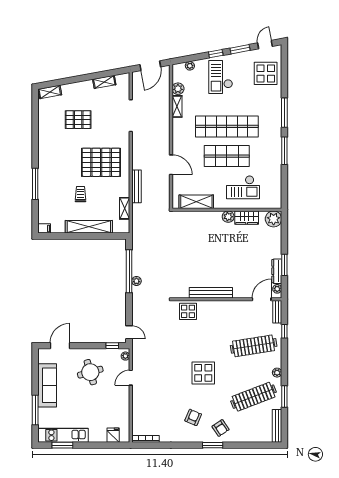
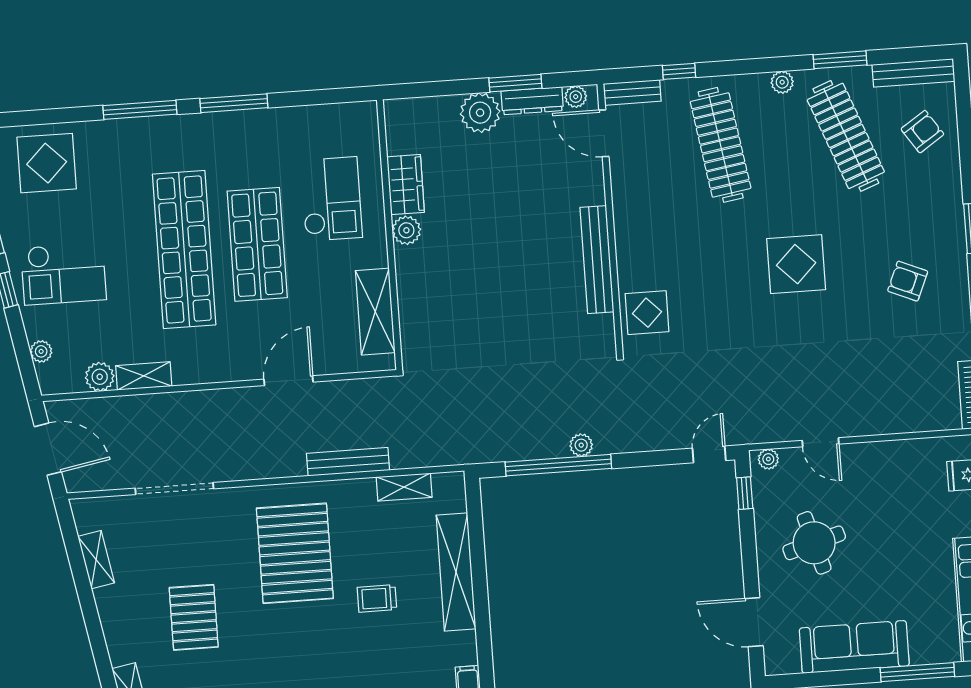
plant: (274, 219) -> (480, 113), moved
armchair: (221, 428) -> (922, 132), moved

